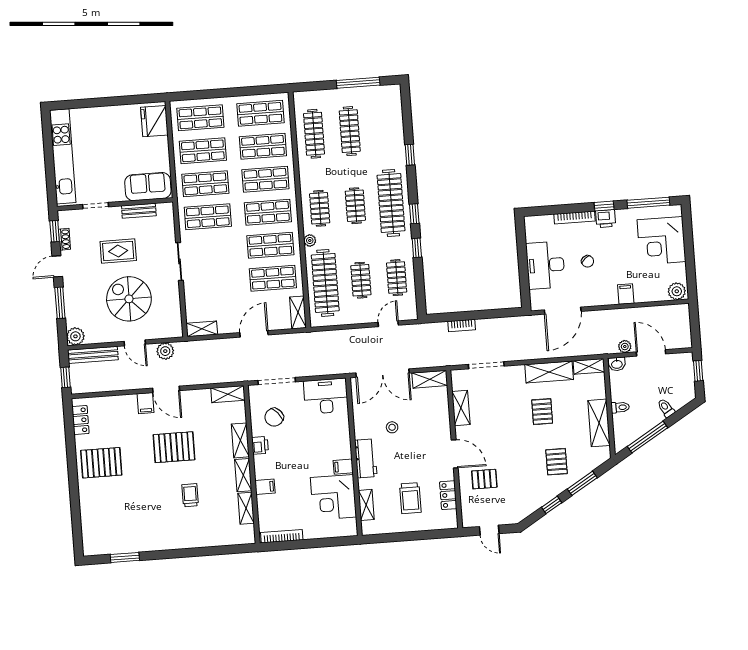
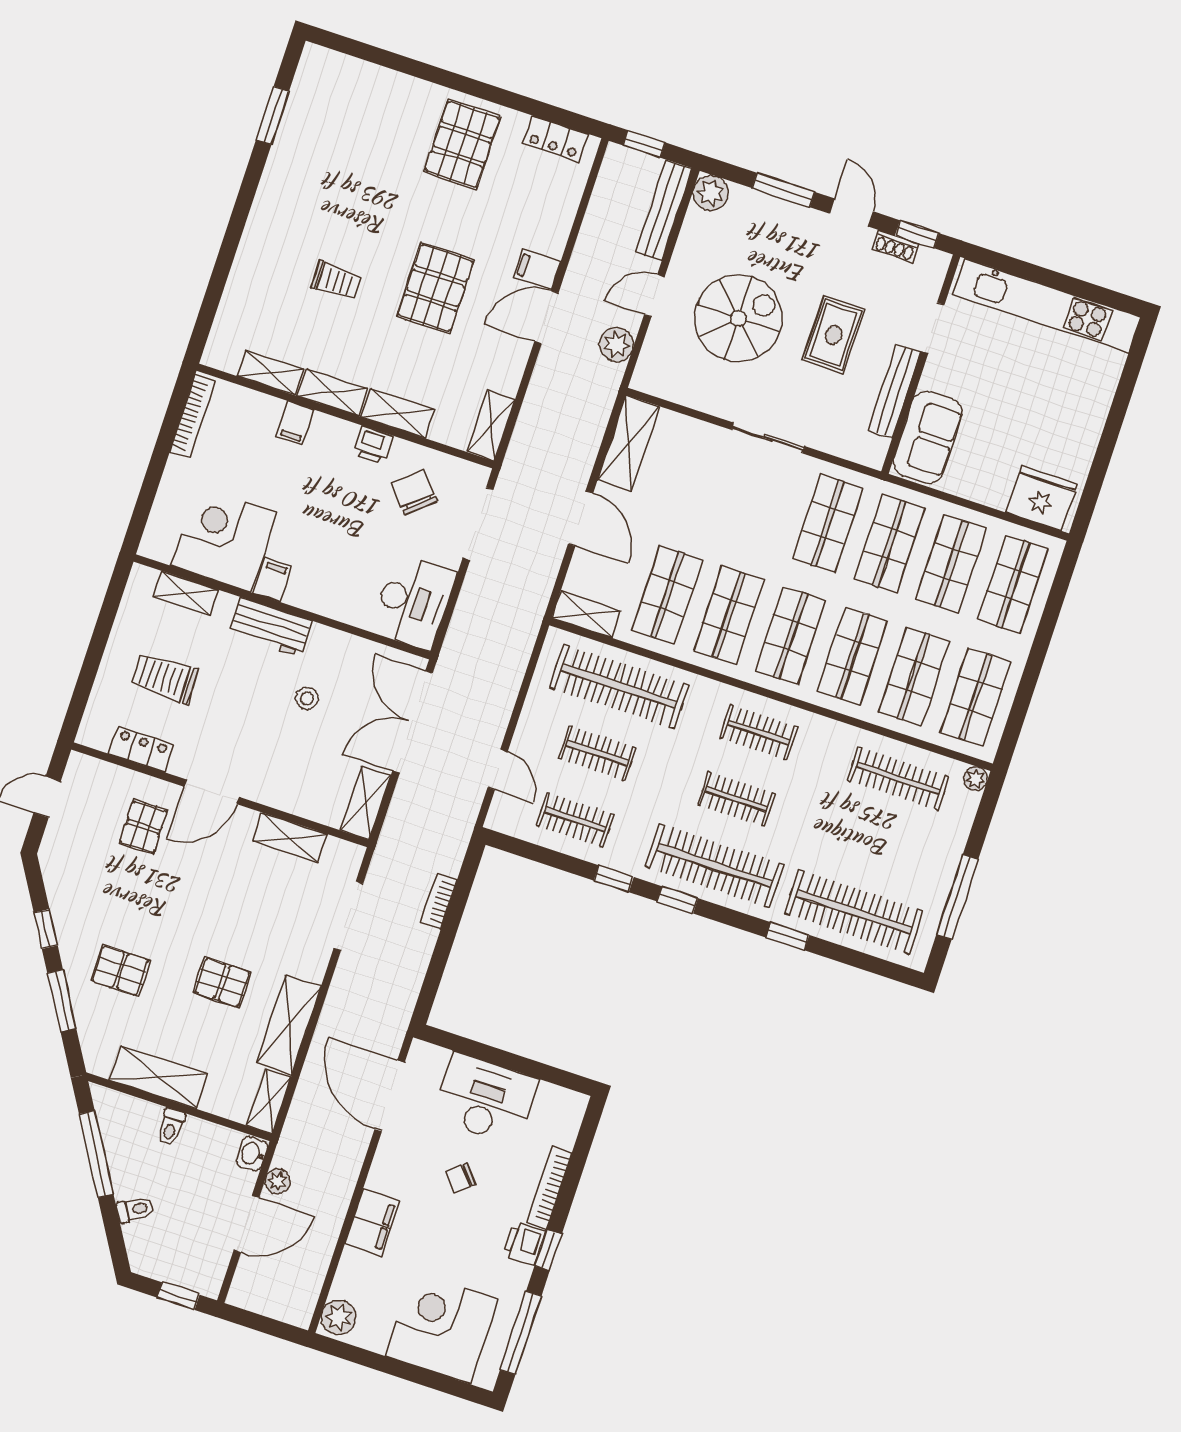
clothes rail: (350, 131) -> (854, 912), moved, width x1.37, depth x1.31
bench: (139, 211) -> (894, 391), width x1.36
plant: (310, 240) -> (975, 779), moved
filing cabinet: (626, 294) -> (372, 1223), width x2.00
shelving: (202, 329) -> (628, 443), width x1.50, depth x1.33

